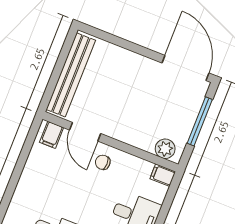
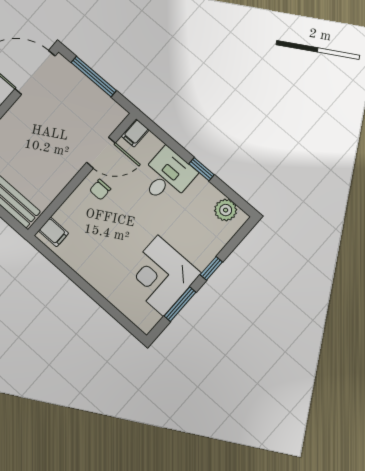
door: (85, 132) -> (101, 153), moved
plant: (165, 149) -> (109, 121), removed

